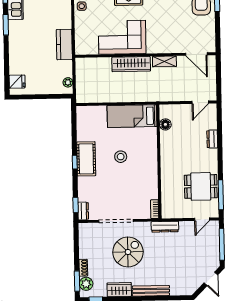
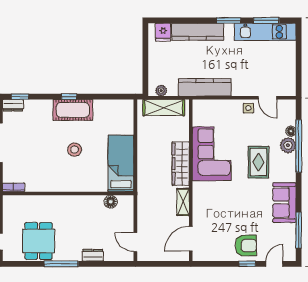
kitchen counter: (64, 45) -> (205, 87), width x1.50
kitchen counter: (16, 52) -> (198, 32), added
shelving: (83, 80) -> (164, 108), added
window: (221, 195) -> (61, 264), moved

